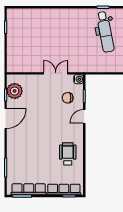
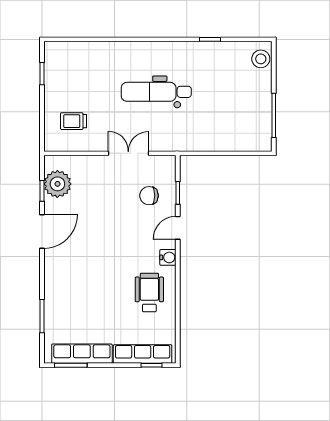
dental chair: (105, 32) -> (156, 92), moved, turned 101
trolley: (24, 55) -> (74, 121), added
water cooler: (79, 79) -> (168, 257), moved

